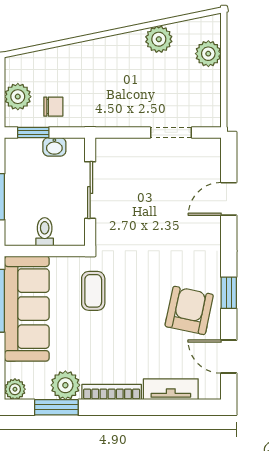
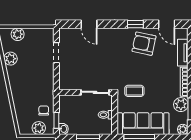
washbasin: (54, 147) -> (63, 129), moved
sliding door: (90, 190) -> (95, 92), moved
door: (229, 357) -> (167, 24), hinge flipped

